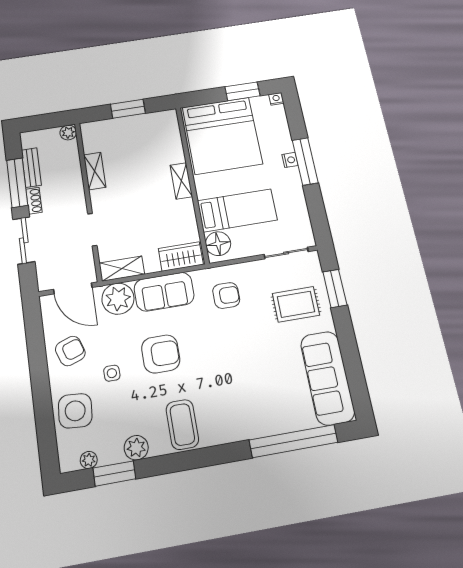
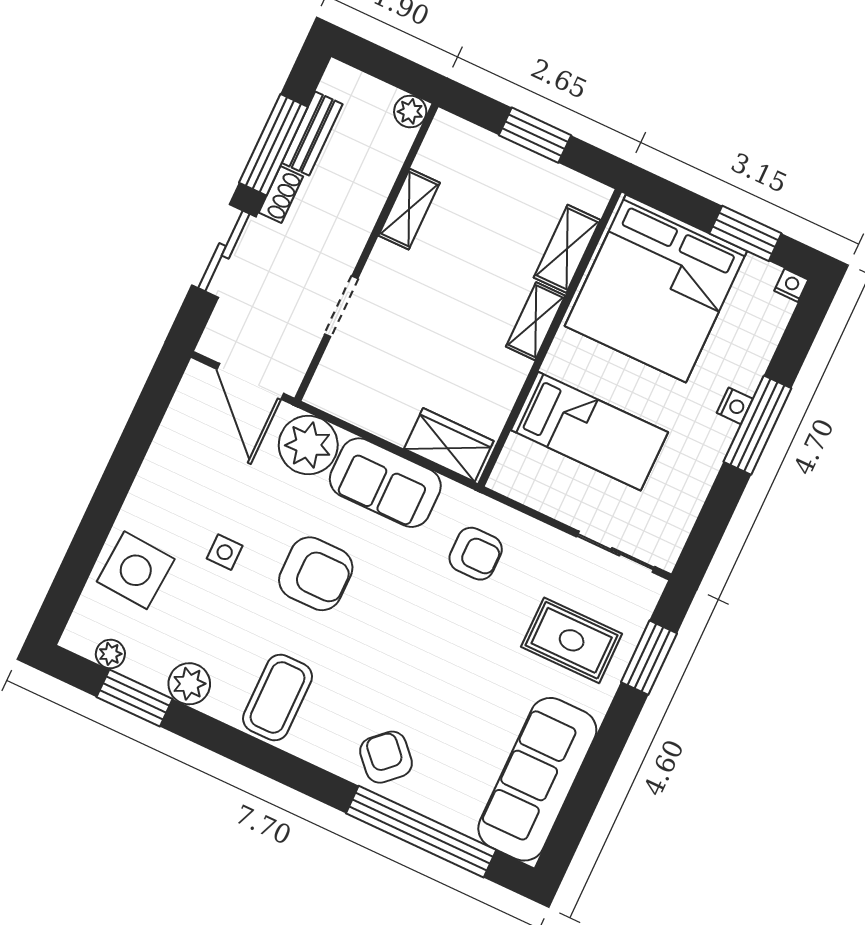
floor lamp: (218, 244) -> (521, 464), removed
shelving: (122, 269) -> (567, 249), moved, turned 90
armchair: (70, 351) -> (386, 757), moved, turned -114

